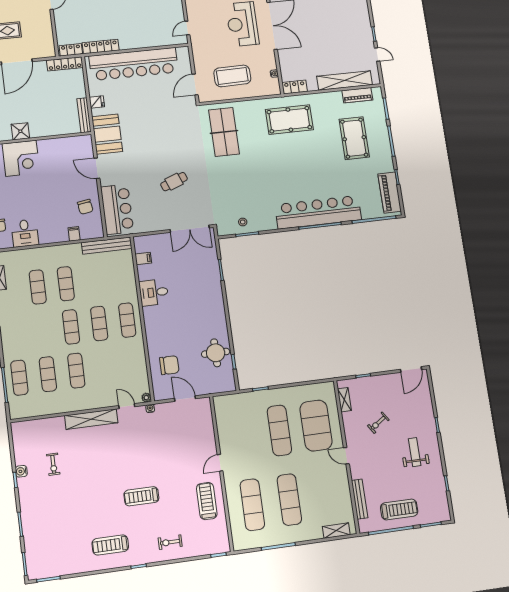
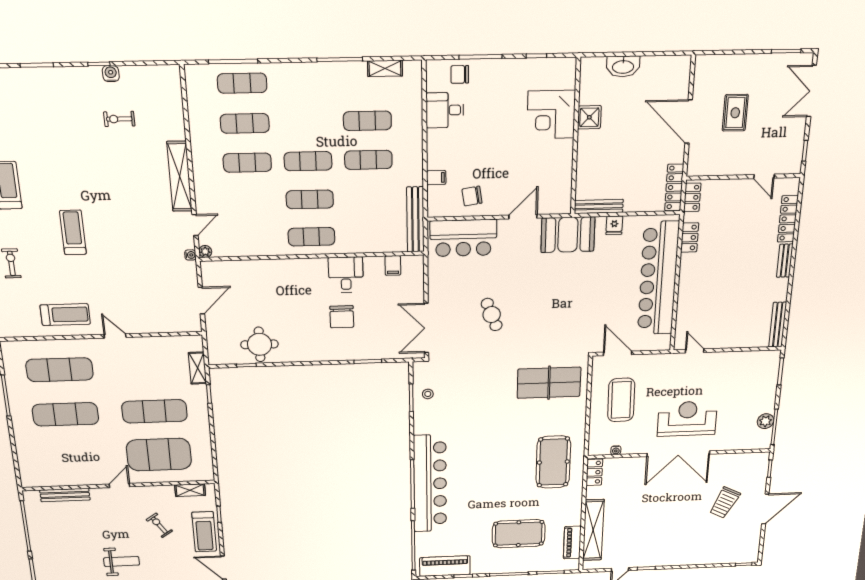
locker: (101, 47) -> (690, 238), width x0.66
chair: (169, 365) -> (342, 317), moved
treadmill: (399, 509) -> (204, 532), moved
shelving: (336, 531) -> (197, 368), moved

